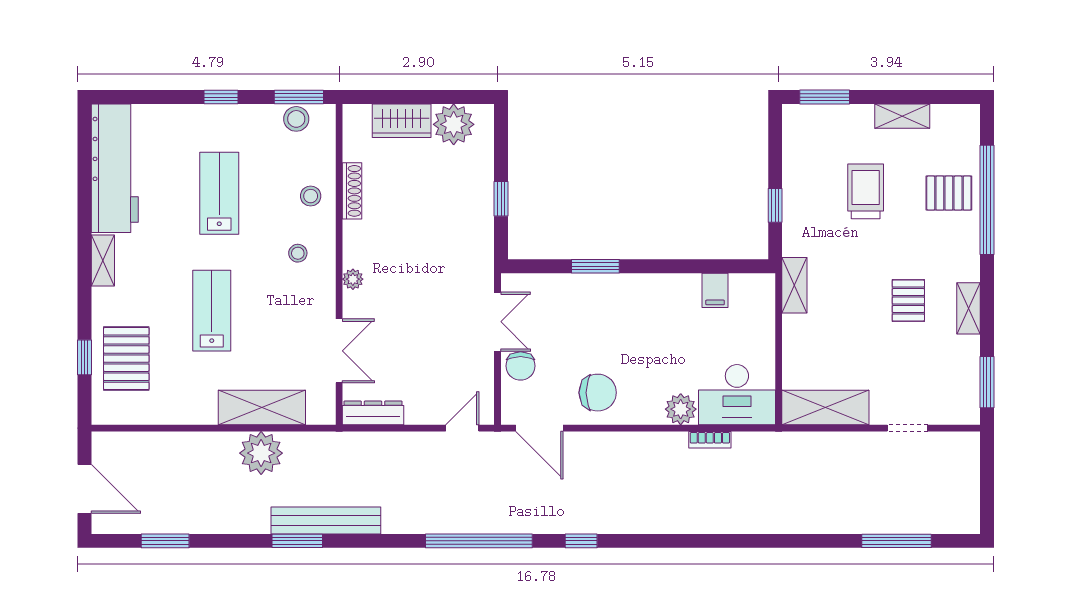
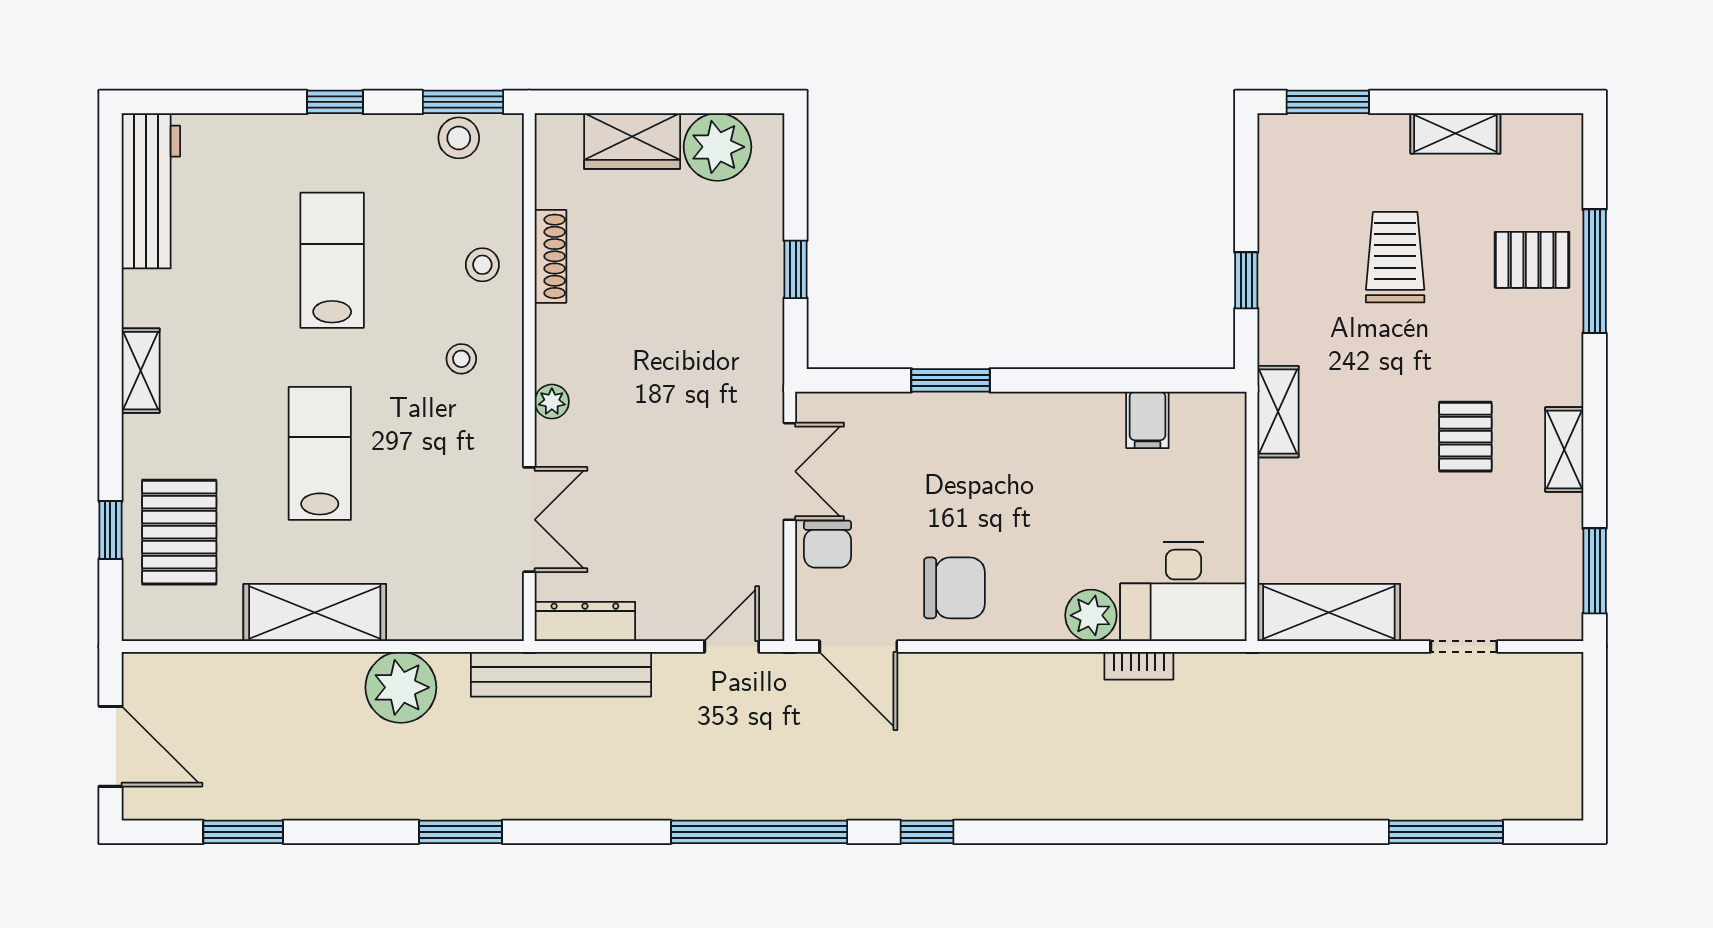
workbench: (115, 168) -> (151, 191), width x0.73, depth x0.76
window: (987, 200) -> (1595, 271), width x0.68
shelving: (262, 407) -> (315, 613), moved
bench: (326, 520) -> (561, 674), moved

